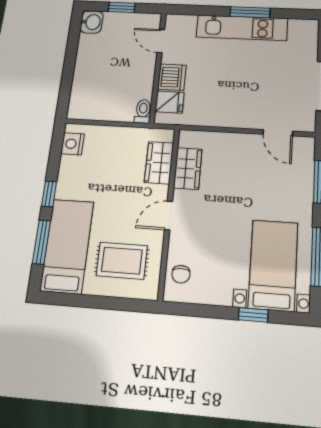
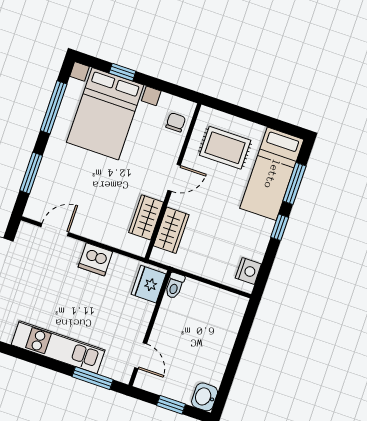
window: (250, 12) -> (93, 378), moved
dishwasher: (172, 77) -> (95, 259), moved, turned -90
fridge: (170, 102) -> (149, 284), width x1.38
door: (278, 133) -> (55, 230), hinge flipped
bed with nightstands: (273, 265) -> (105, 114), width x1.36

